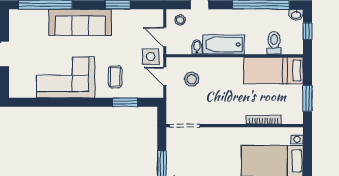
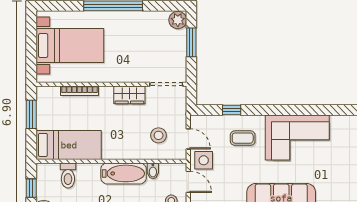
coffee table: (115, 77) -> (243, 138), turned 90
window: (125, 102) -> (232, 110), width x0.67
wardrobe: (218, 116) -> (129, 95), added

